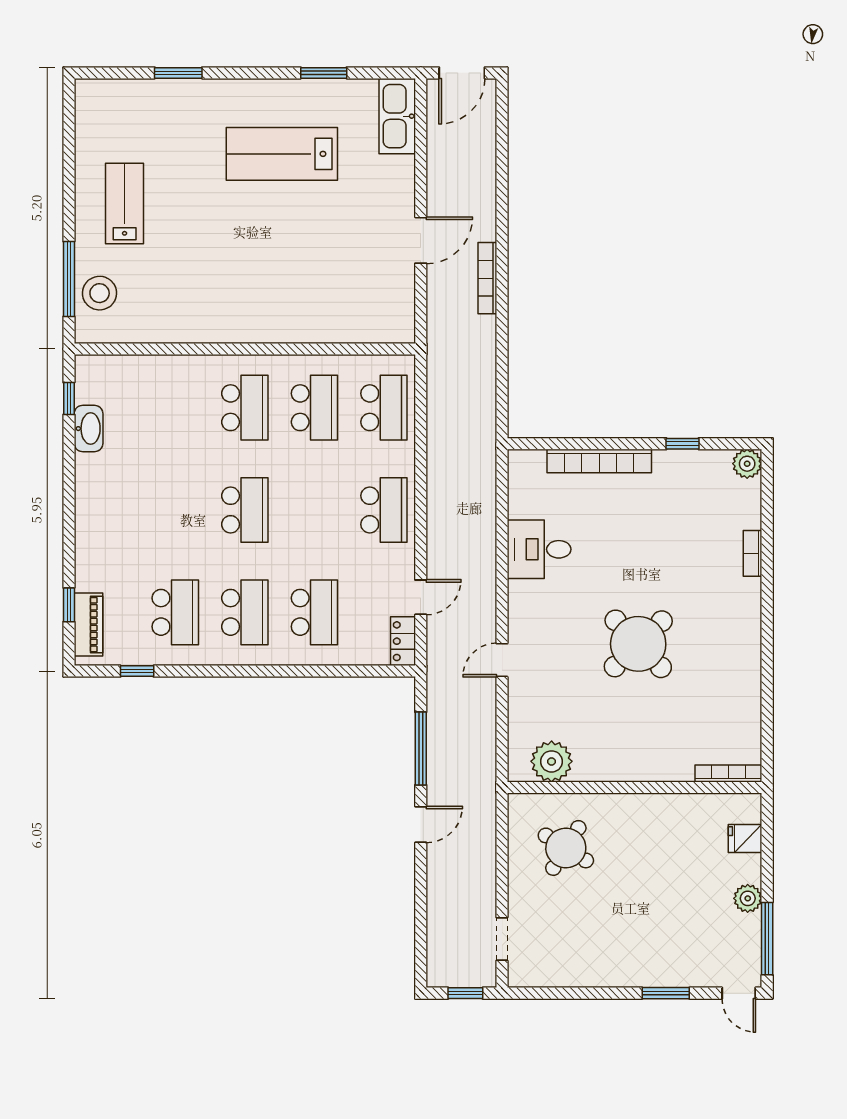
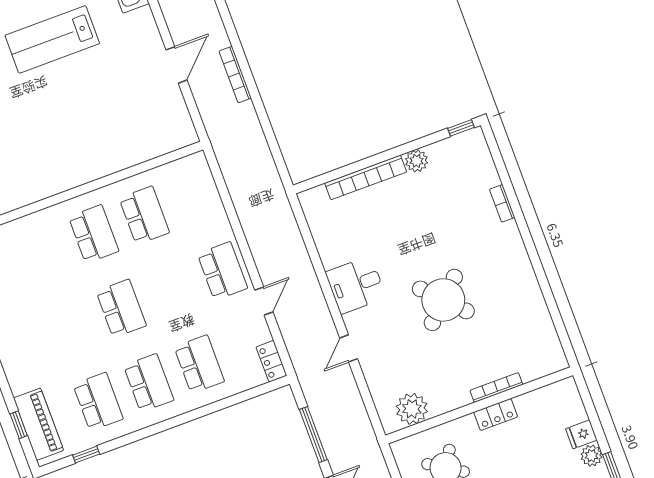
school desk: (384, 408) -> (195, 197), removed
window: (683, 444) -> (461, 128), moved
plant: (747, 464) -> (417, 161), moved
desk: (539, 549) -> (356, 285), moved
door: (421, 597) -> (264, 301), moved
piano: (88, 625) -> (38, 424), width x1.37, depth x1.33
bookcase: (728, 773) -> (496, 388), moved
locker: (650, 806) -> (496, 414), added
fridge: (745, 839) -> (581, 434), moved

